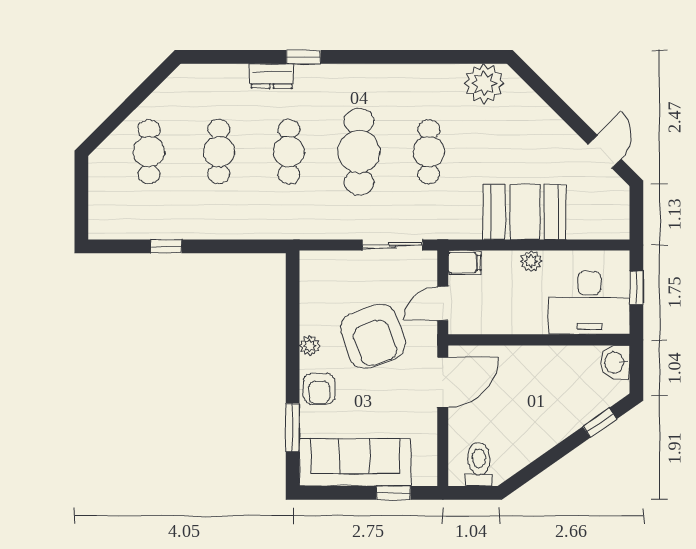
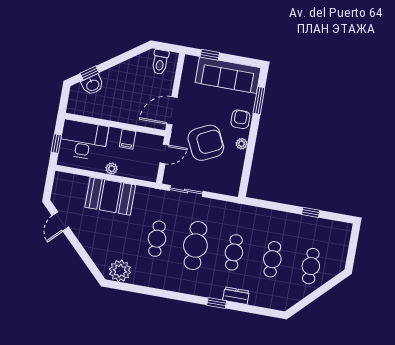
filing cabinet: (465, 263) -> (128, 139), moved, turned -90
armchair: (373, 336) -> (206, 143), turned 83
washbasin: (615, 363) -> (93, 85), moved, turned 55

